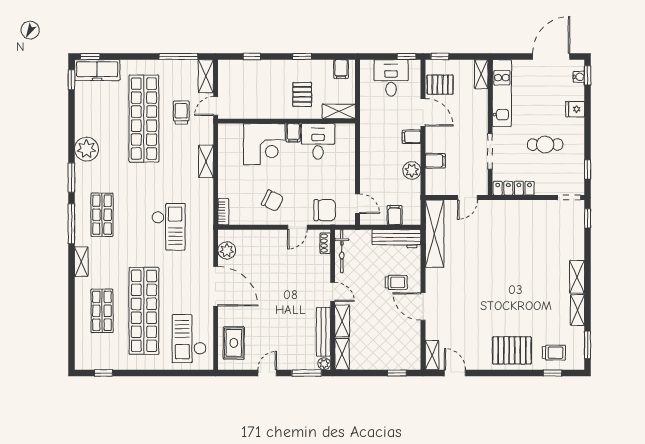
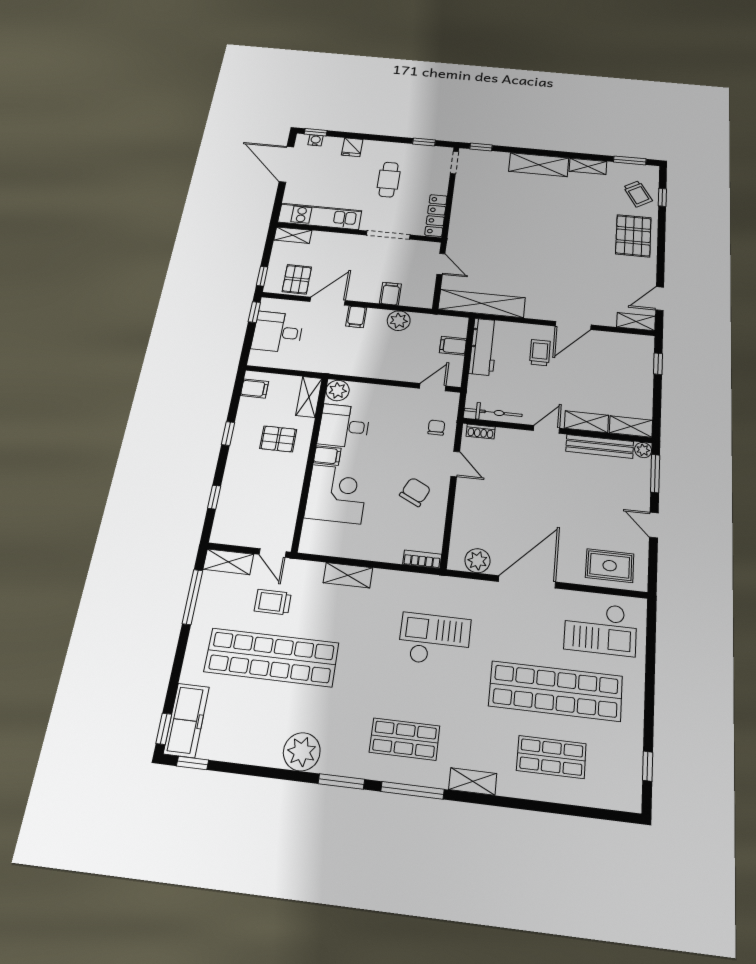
plant: (347, 132) -> (338, 390), added
chair: (325, 210) -> (436, 428), width x0.54, depth x0.54
shelving: (577, 277) -> (539, 165), width x1.50, depth x1.33
trolley: (554, 353) -> (638, 194), turned 149

